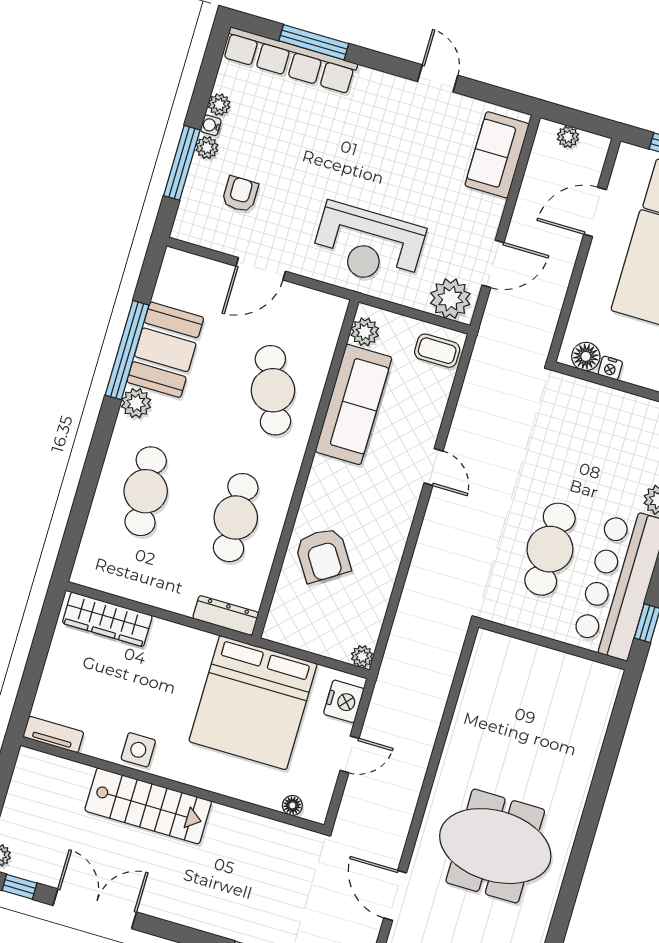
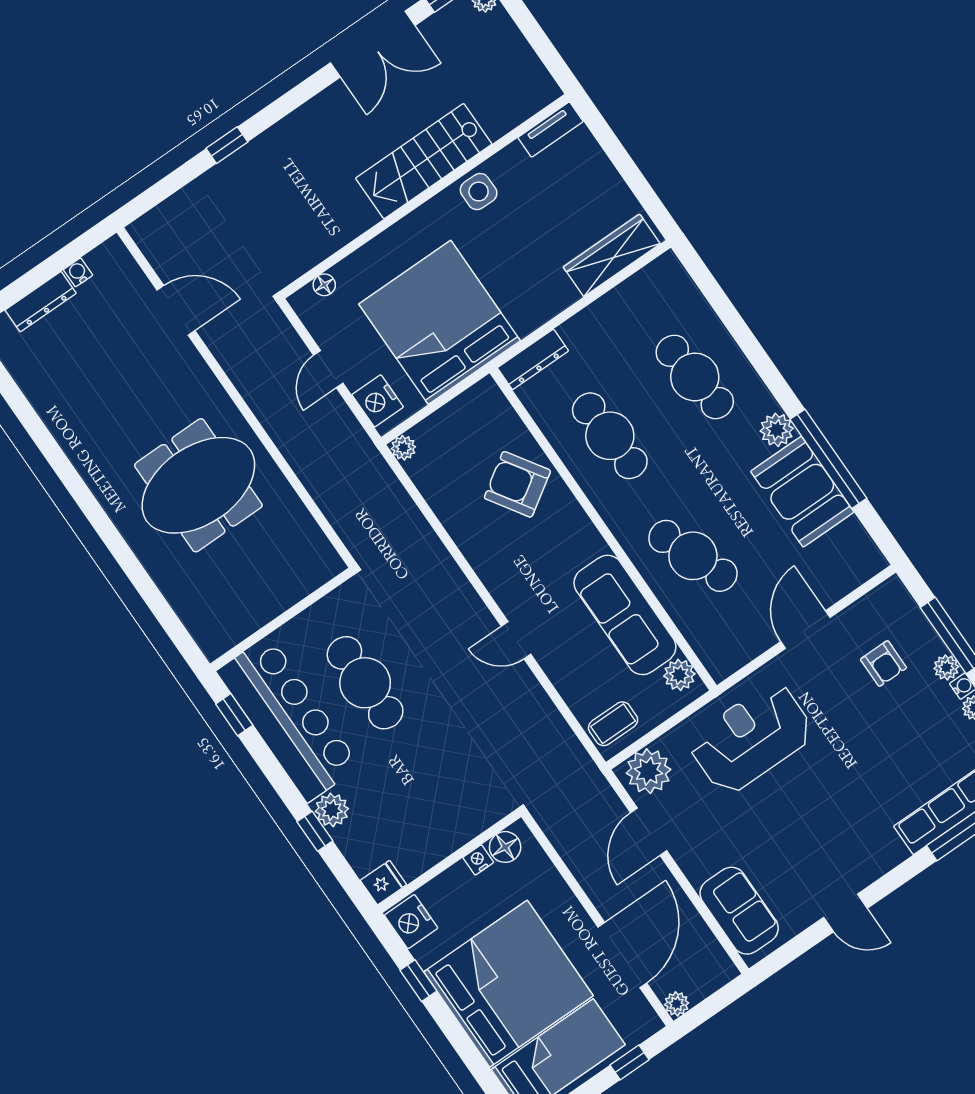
plant: (568, 137) -> (677, 1004), moved
door: (595, 212) -> (622, 955), width x1.36
meeting table: (495, 846) -> (198, 485), moved

